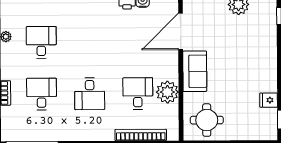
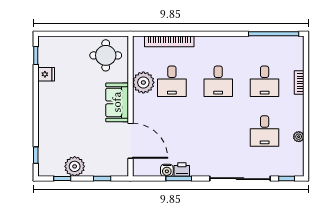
door: (181, 31) -> (130, 141), hinge flipped
desk: (90, 94) -> (218, 81), turned 180

